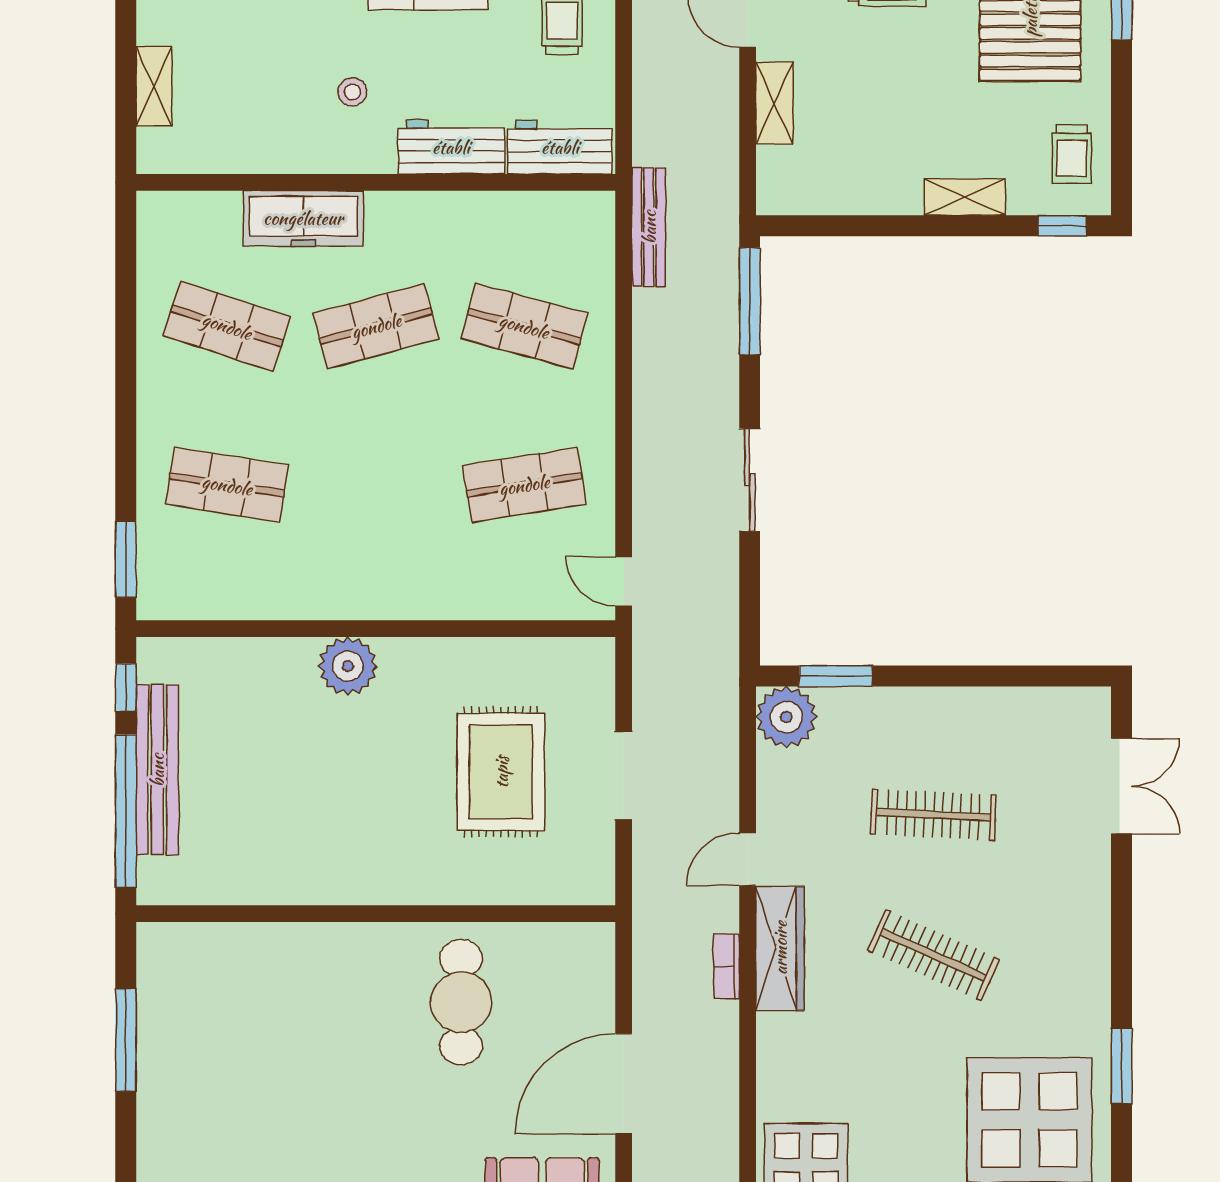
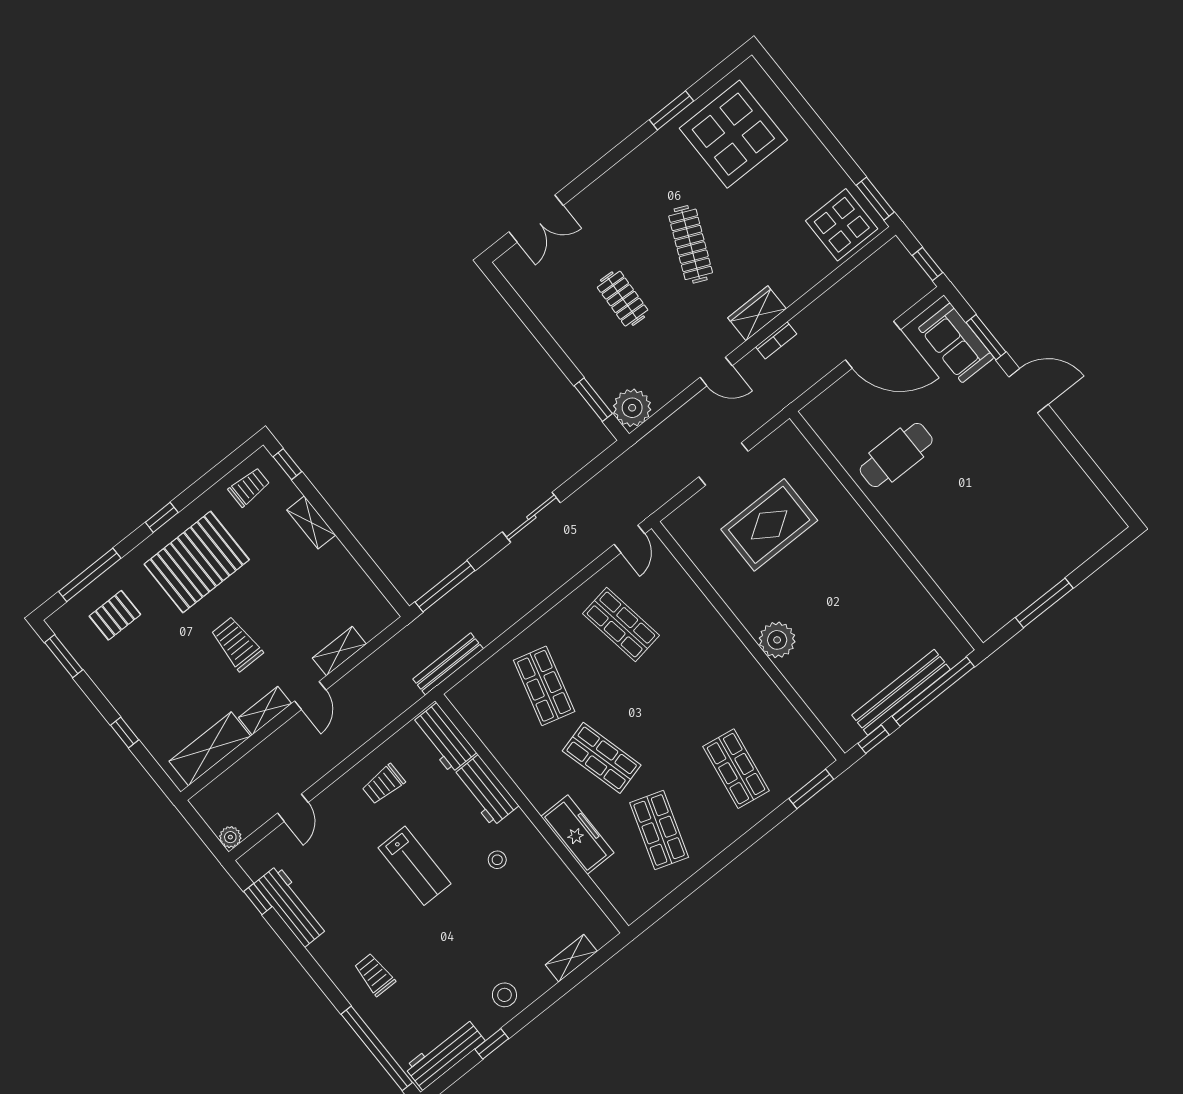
double door: (1122, 786) -> (536, 219), swing flipped
clothes rail: (934, 815) -> (623, 299), width x0.73
wardrobe: (780, 948) -> (757, 313), width x0.67

